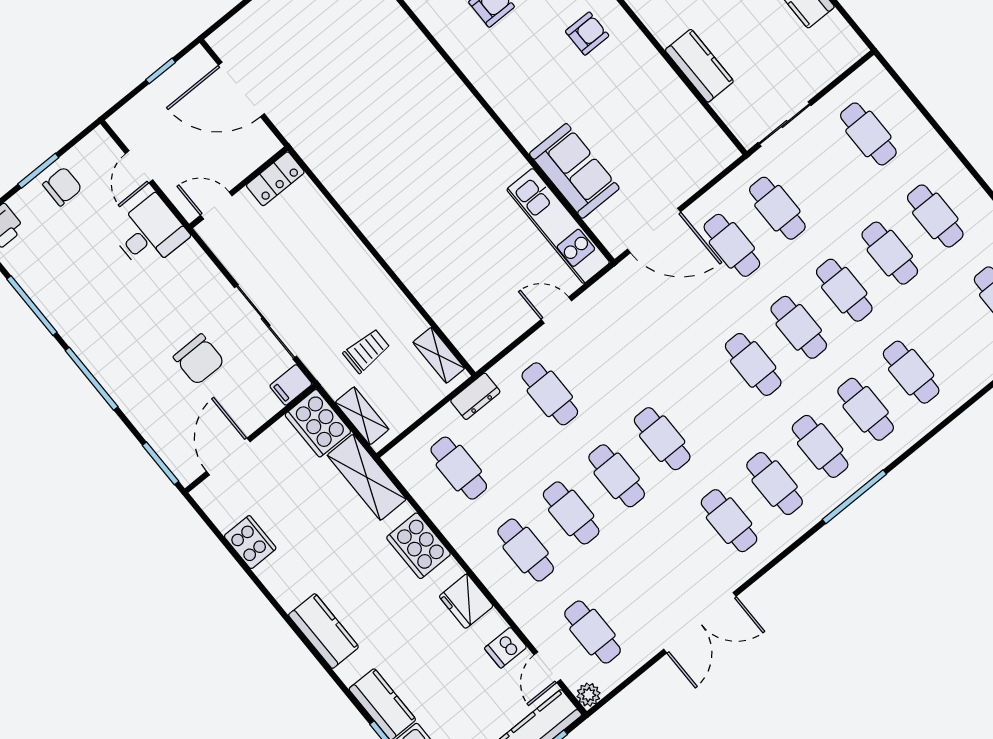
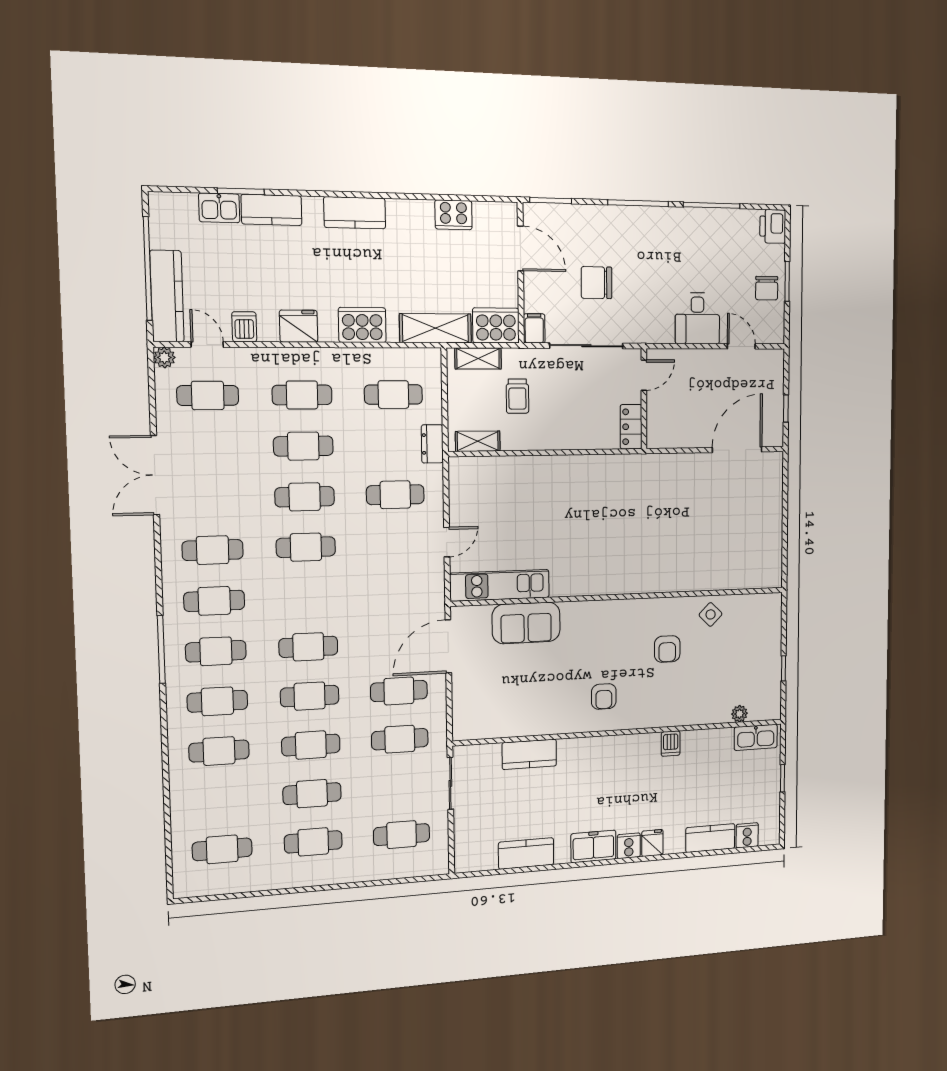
locker: (275, 179) -> (631, 427), moved
wall: (239, 187) -> (644, 399), moved
door: (216, 206) -> (644, 375), moved

